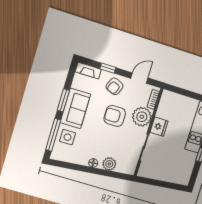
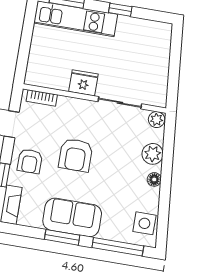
armchair: (115, 86) -> (30, 161), turned 68
plant: (142, 117) -> (157, 120), moved, width x0.53, depth x0.53
side table: (68, 137) -> (144, 223), moved

